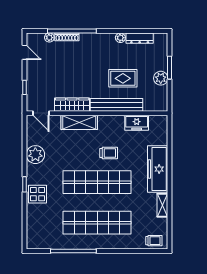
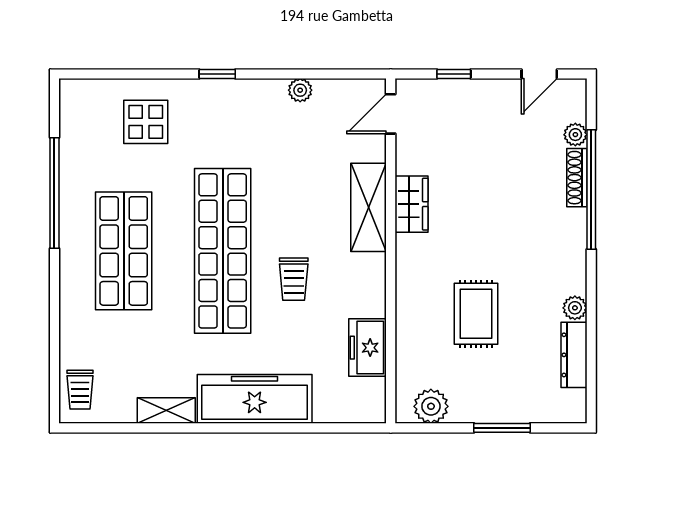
plant: (161, 78) -> (431, 406), moved
wardrobe: (72, 105) -> (411, 204), width x0.67
bench: (116, 105) -> (411, 298), removed
plant: (35, 155) -> (300, 90), width x0.53, depth x0.53
display table: (38, 194) -> (146, 122), moved
shop shelf: (97, 223) -> (124, 251), width x0.71

